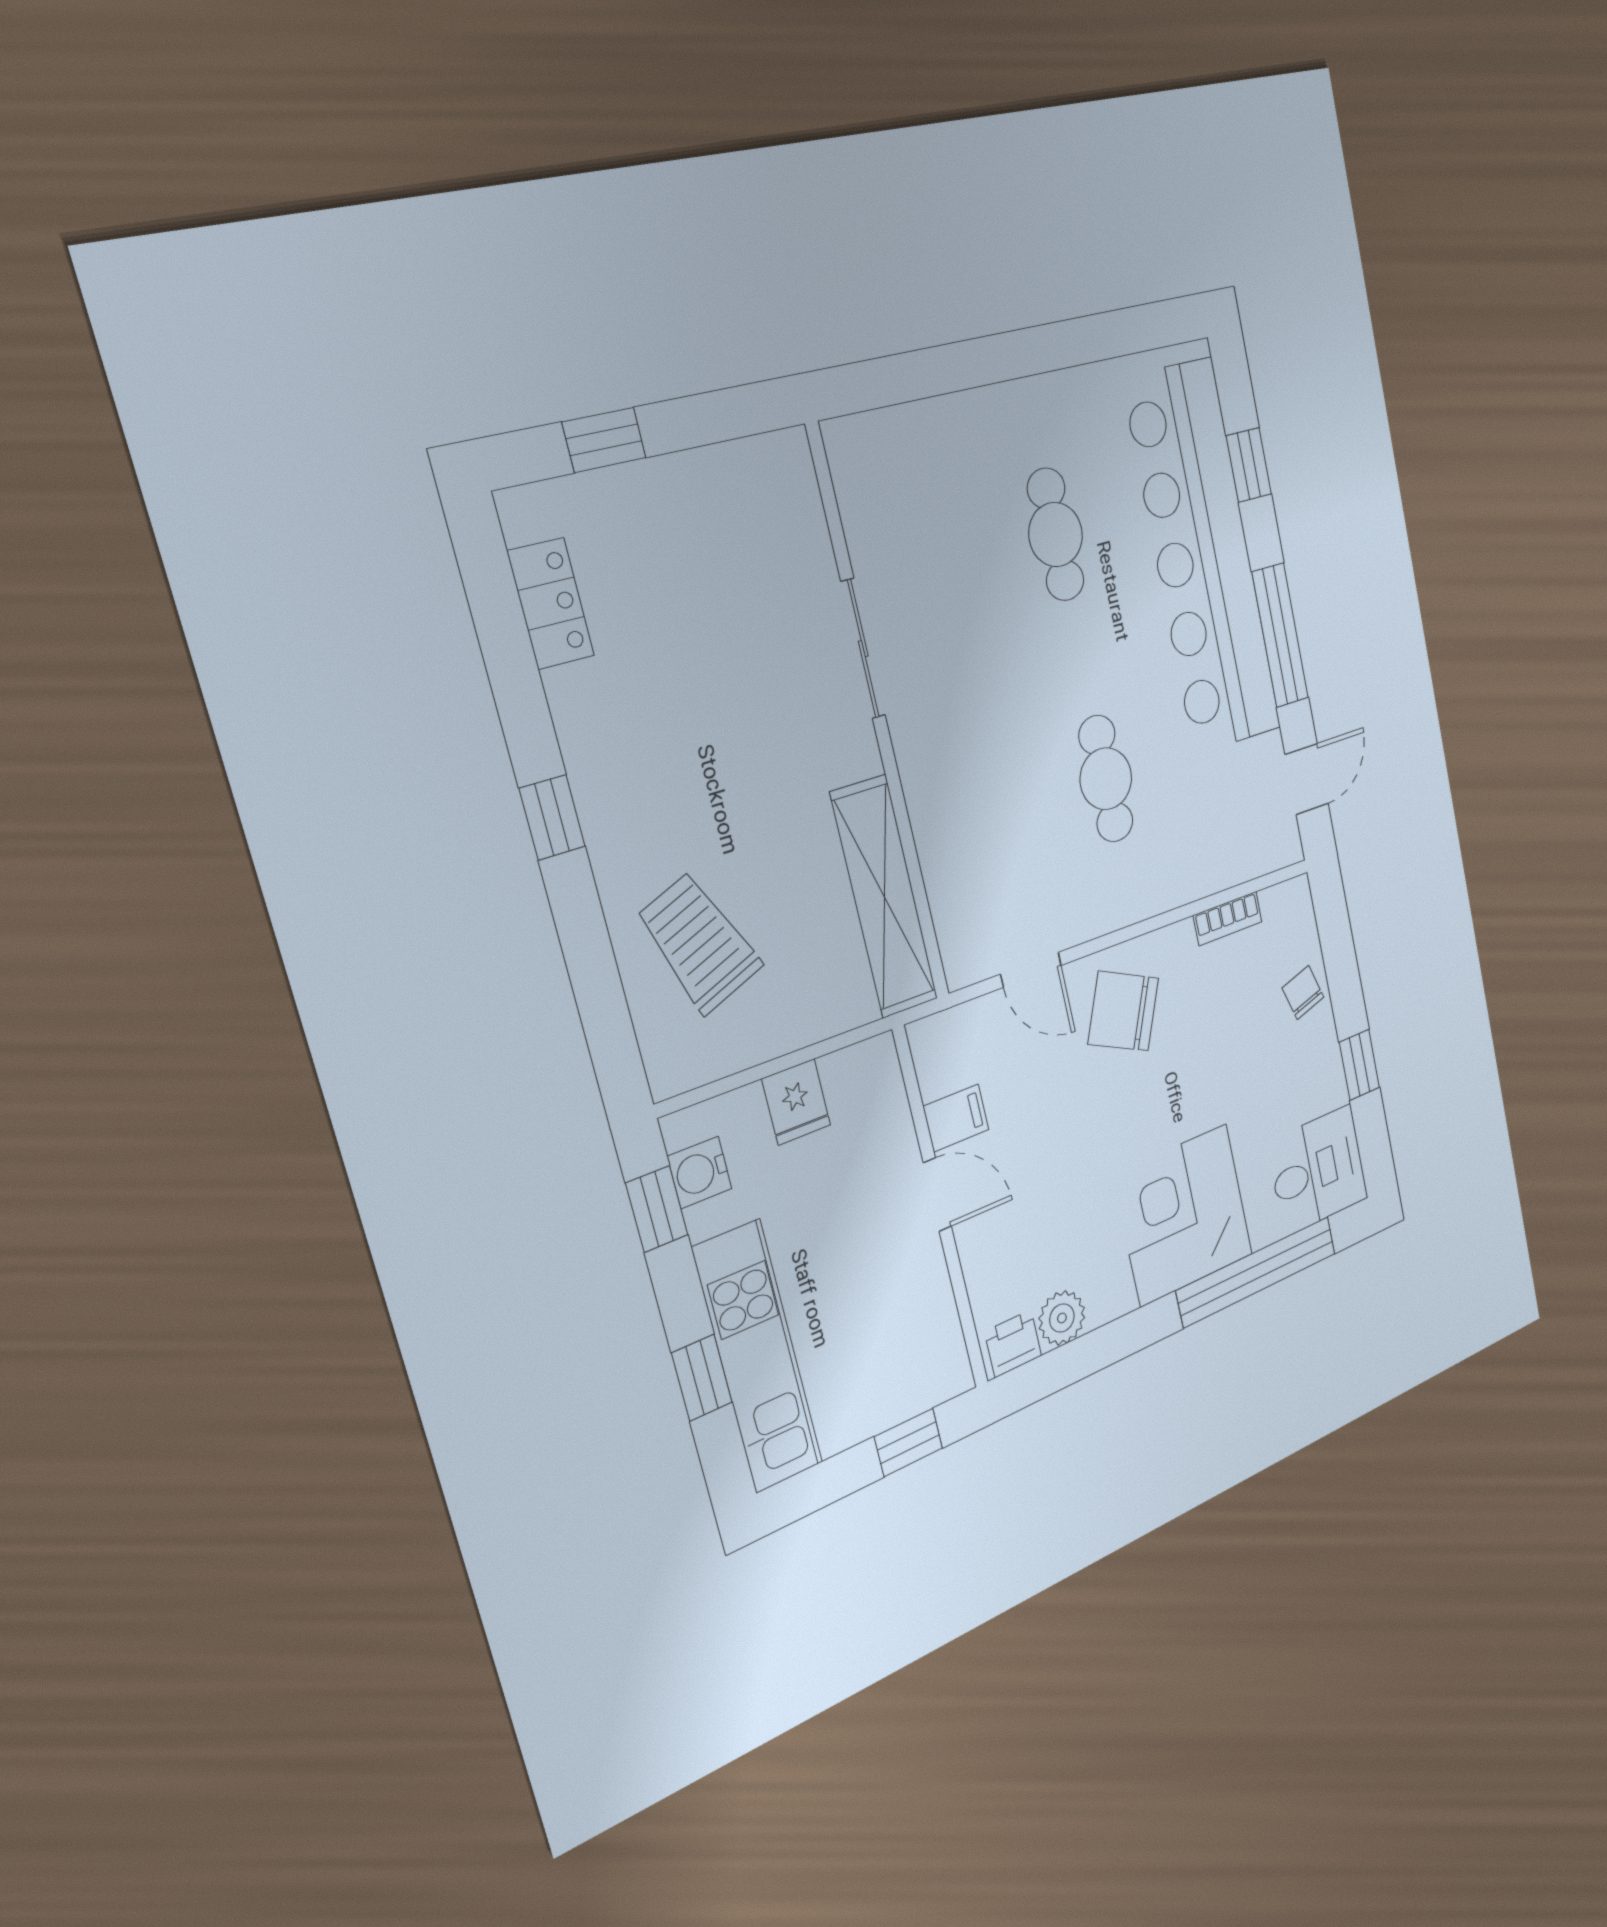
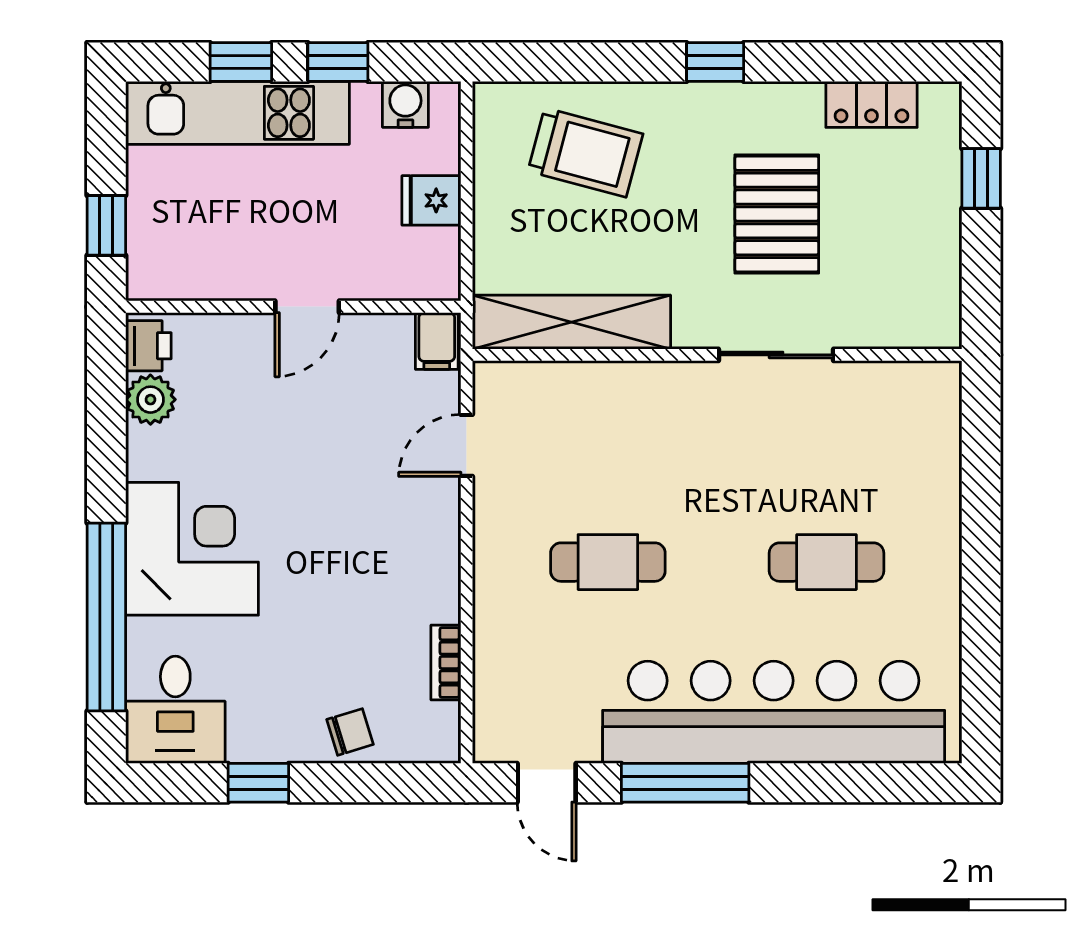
window: (1249, 465) -> (844, 783), removed
pallet: (710, 690) -> (777, 214), added
trolley: (699, 943) -> (585, 152), turned 37
chair: (1123, 1011) -> (400, 530), removed
filing cabinet: (956, 1118) -> (437, 341), moved
window: (657, 1209) -> (338, 62), moved

